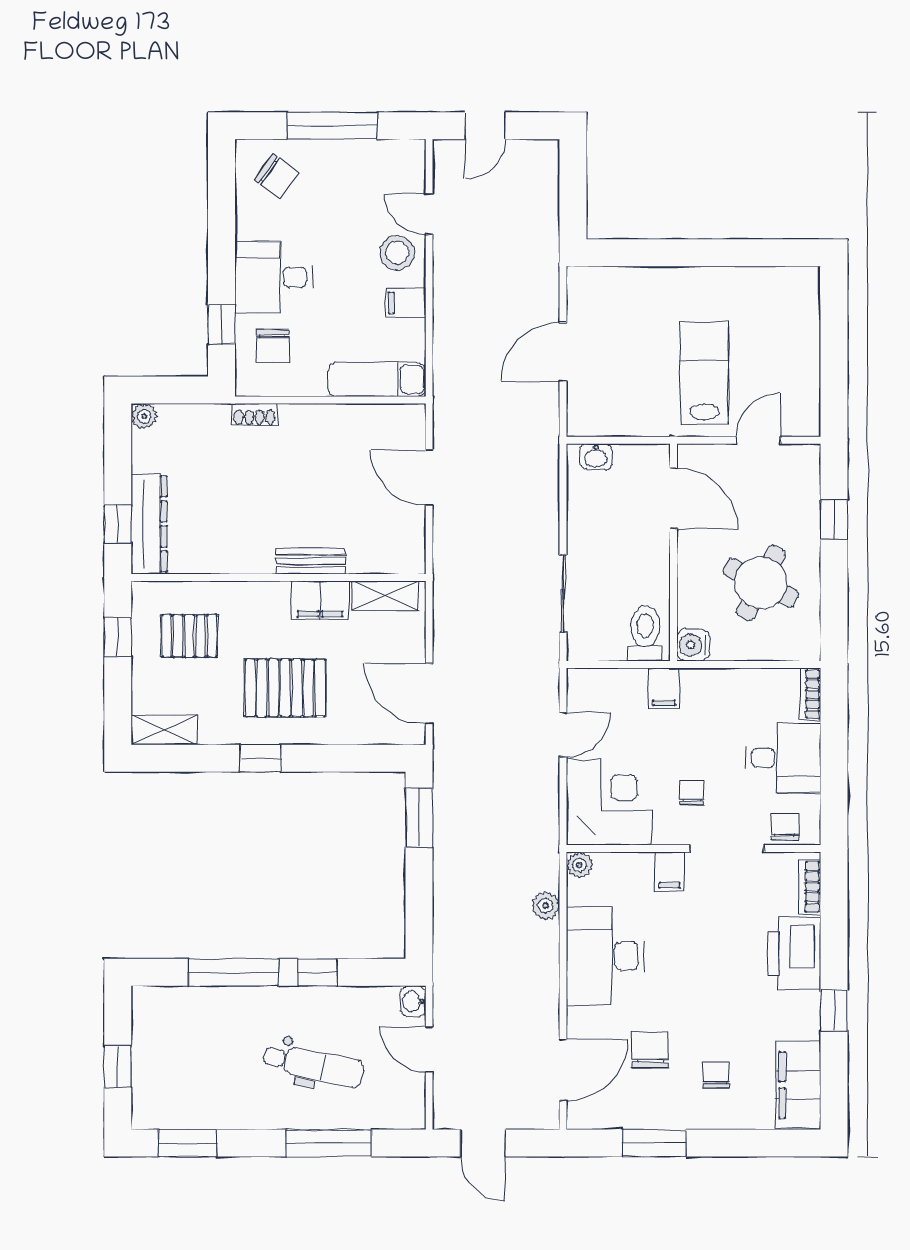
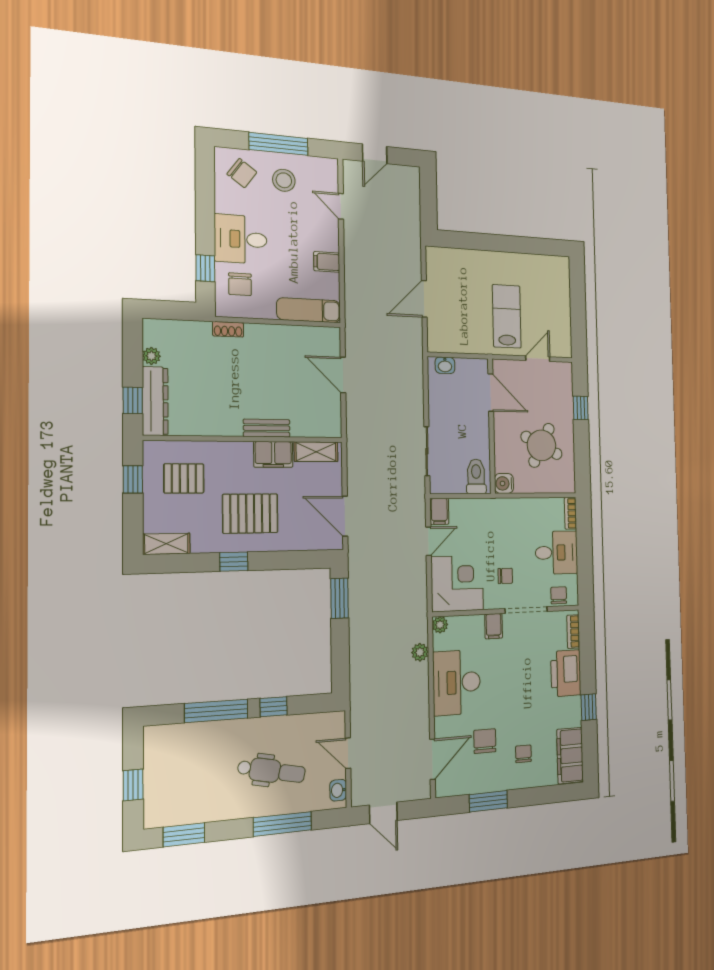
stool: (397, 253) -> (284, 180), moved
plant: (144, 416) -> (151, 356), moved
filing cabinet: (664, 688) -> (439, 511), moved
chair: (692, 793) -> (505, 576), turned 90
washbasin: (413, 1001) -> (338, 790), moved

